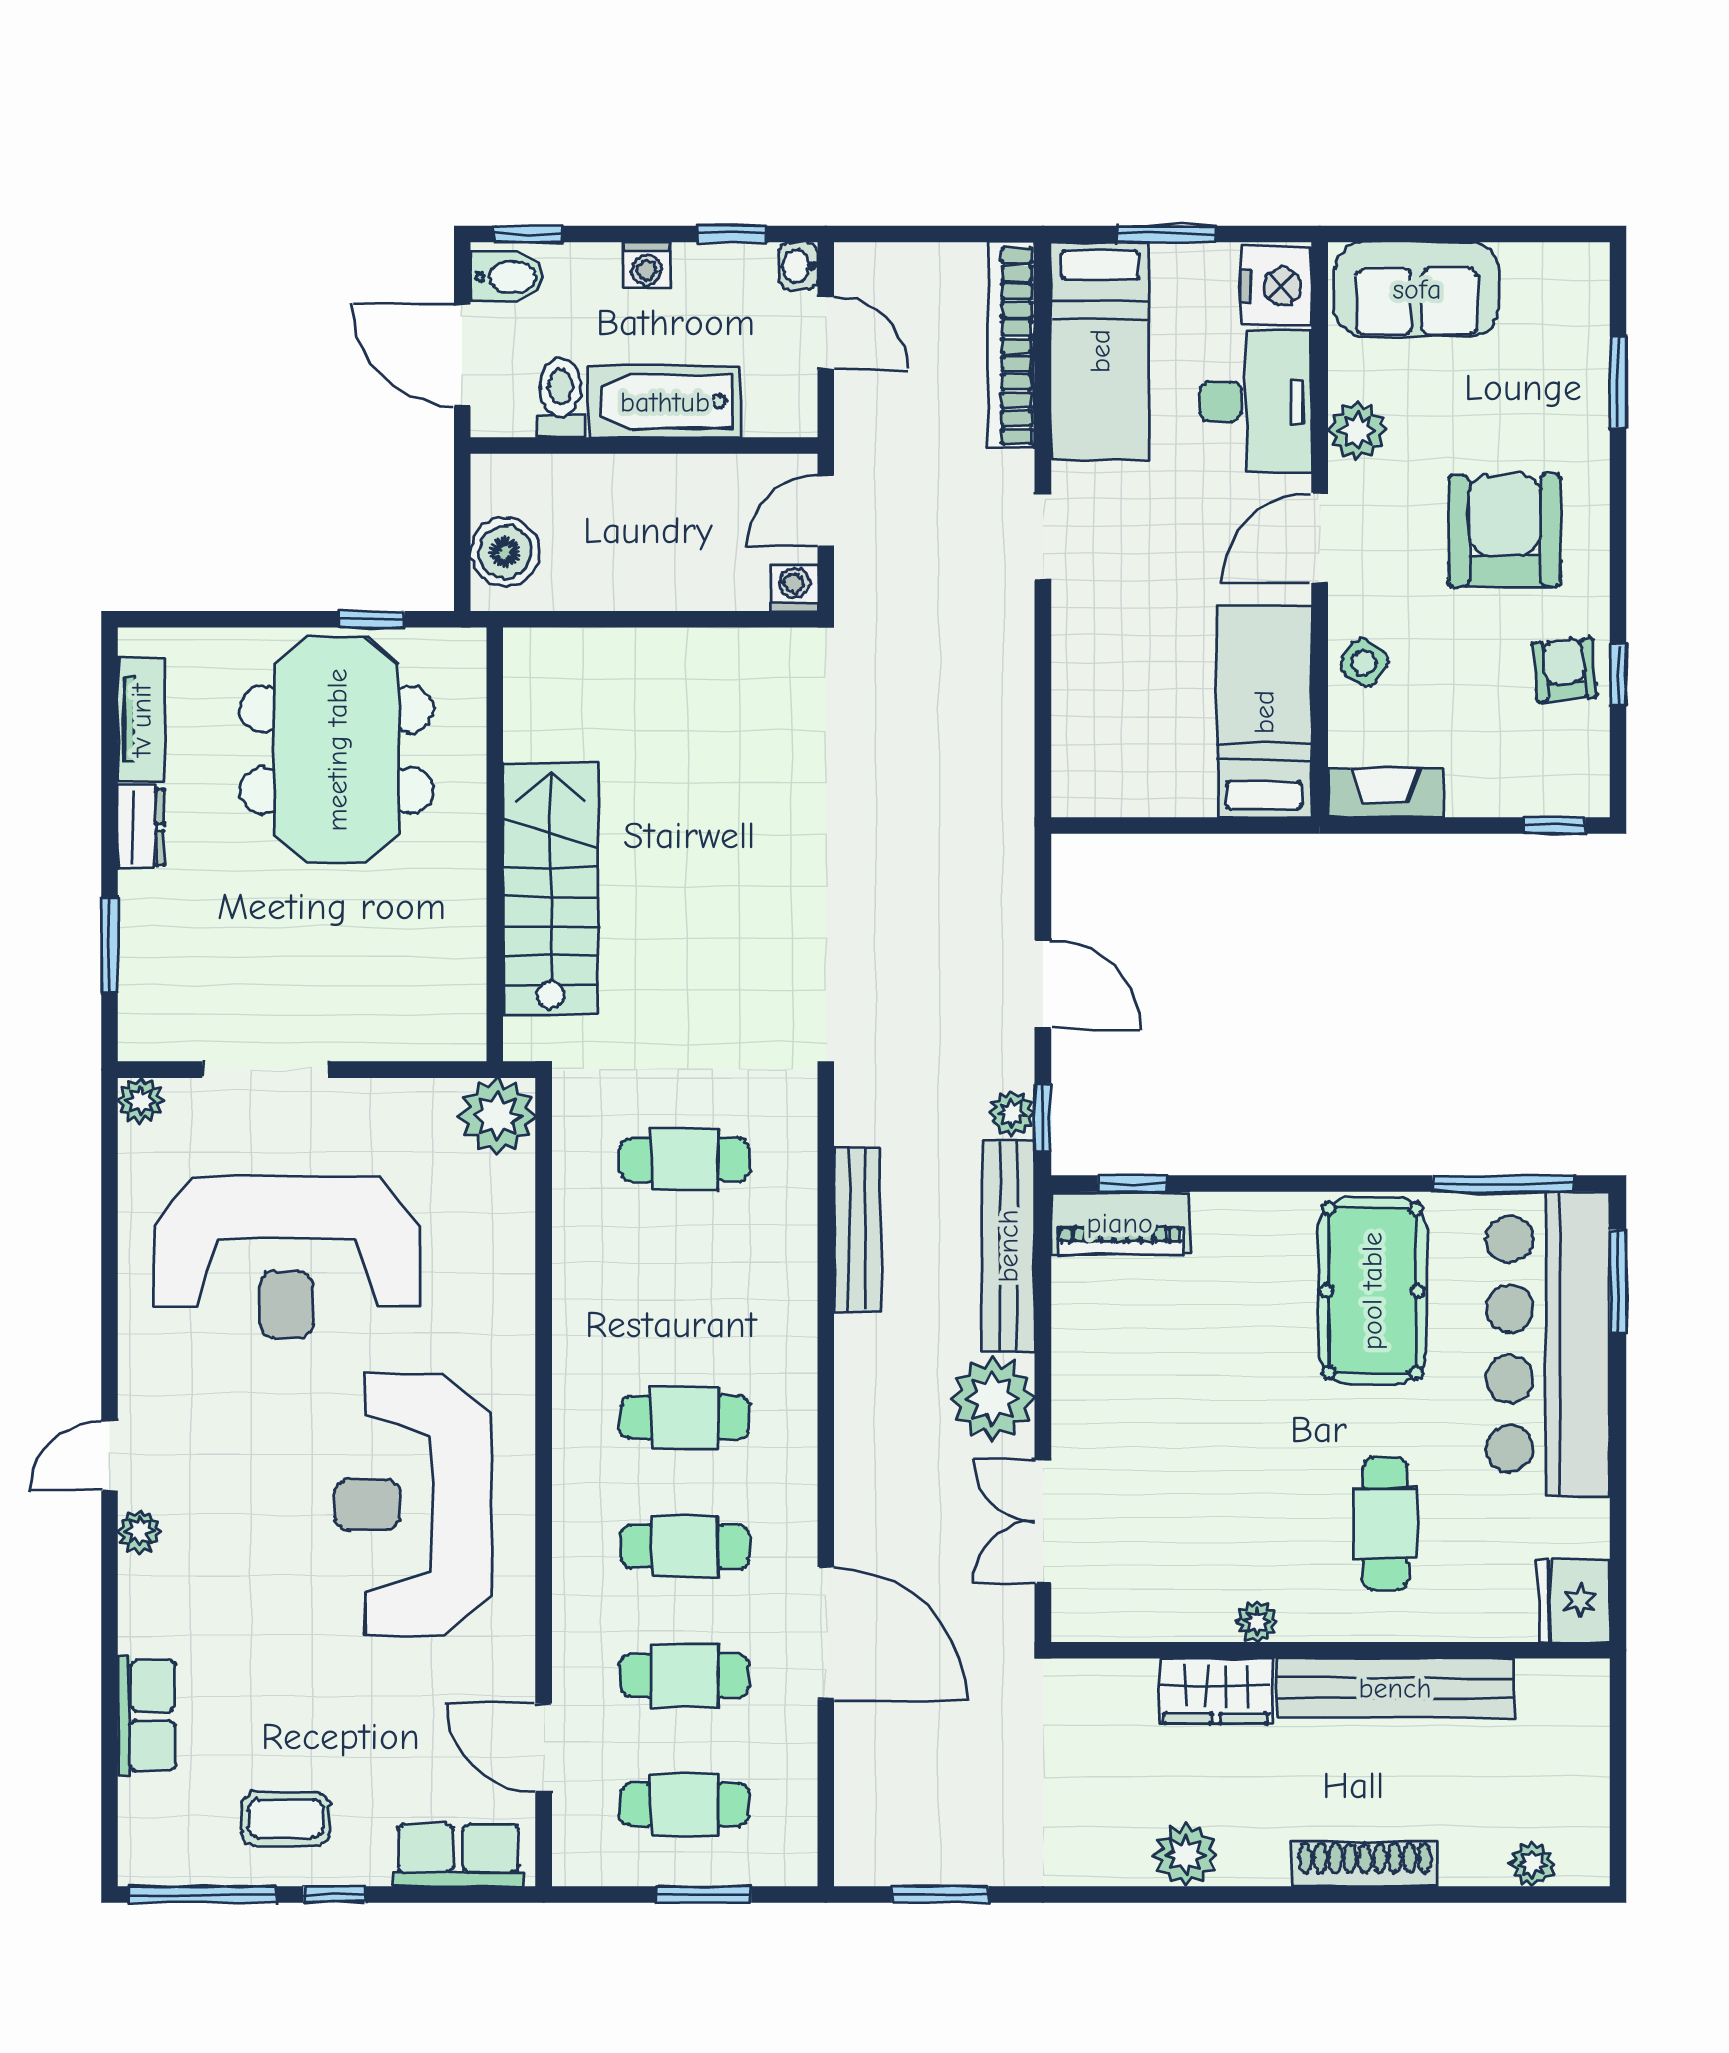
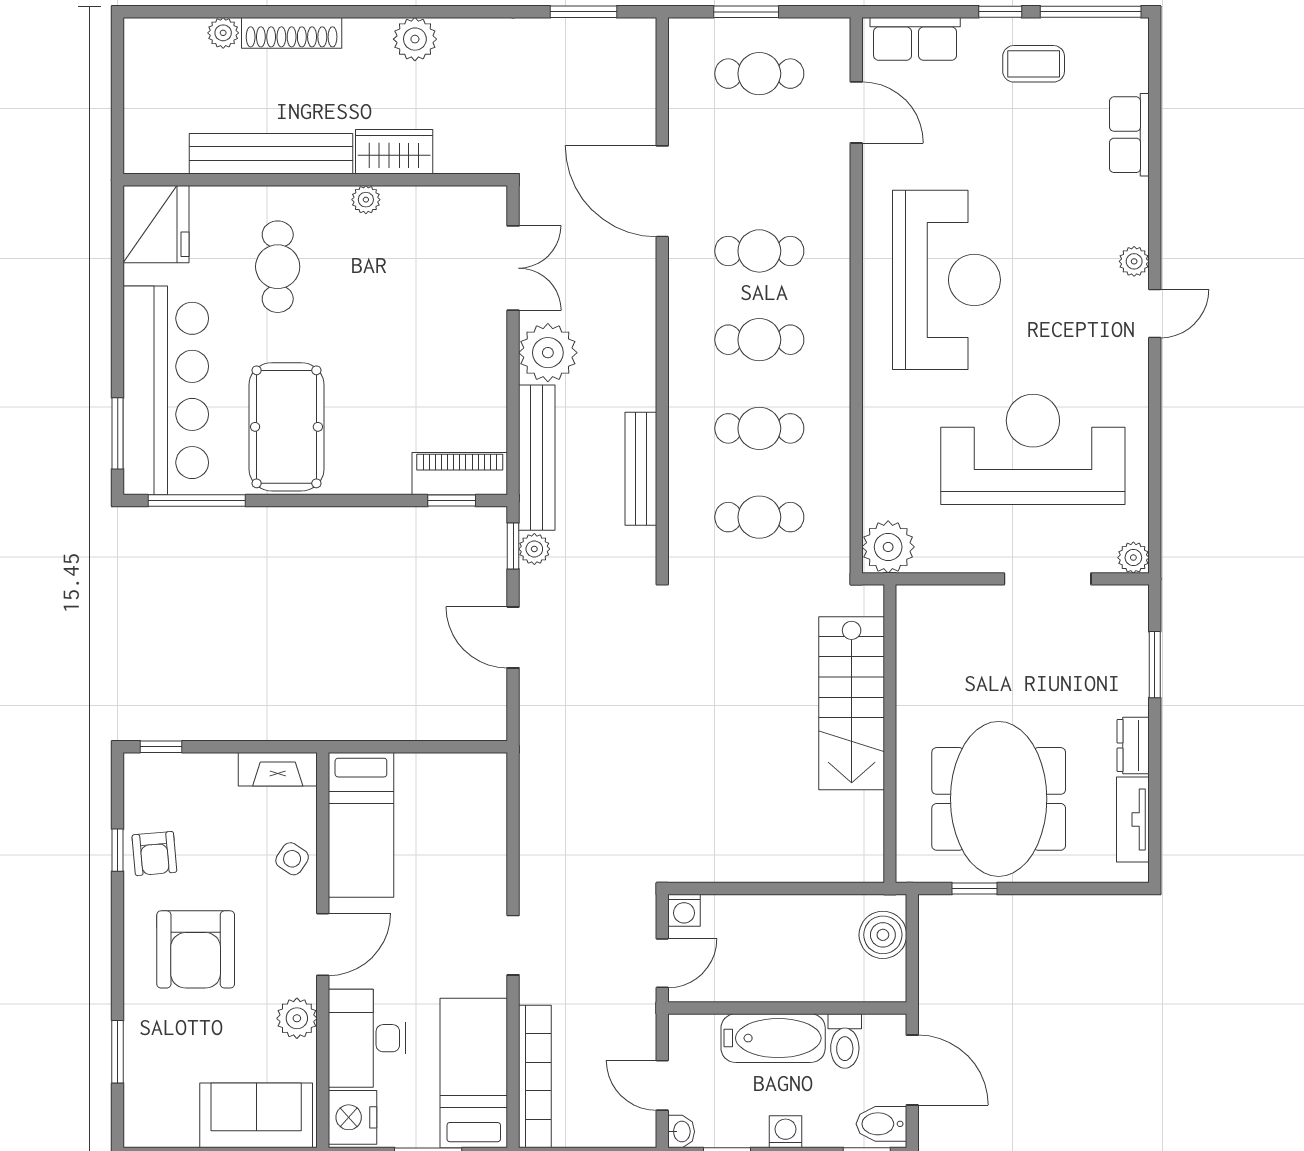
fridge: (1574, 1601) -> (156, 224), width x1.36, depth x1.34
cafe table: (685, 1676) -> (759, 428), moved
plant: (1533, 1864) -> (223, 33), moved

